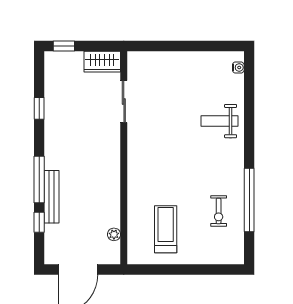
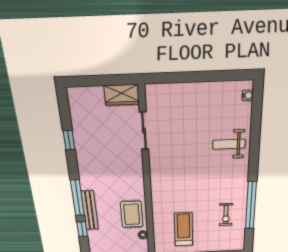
window: (64, 46) -> (84, 81), removed
rug: (102, 205) -> (132, 214), added

